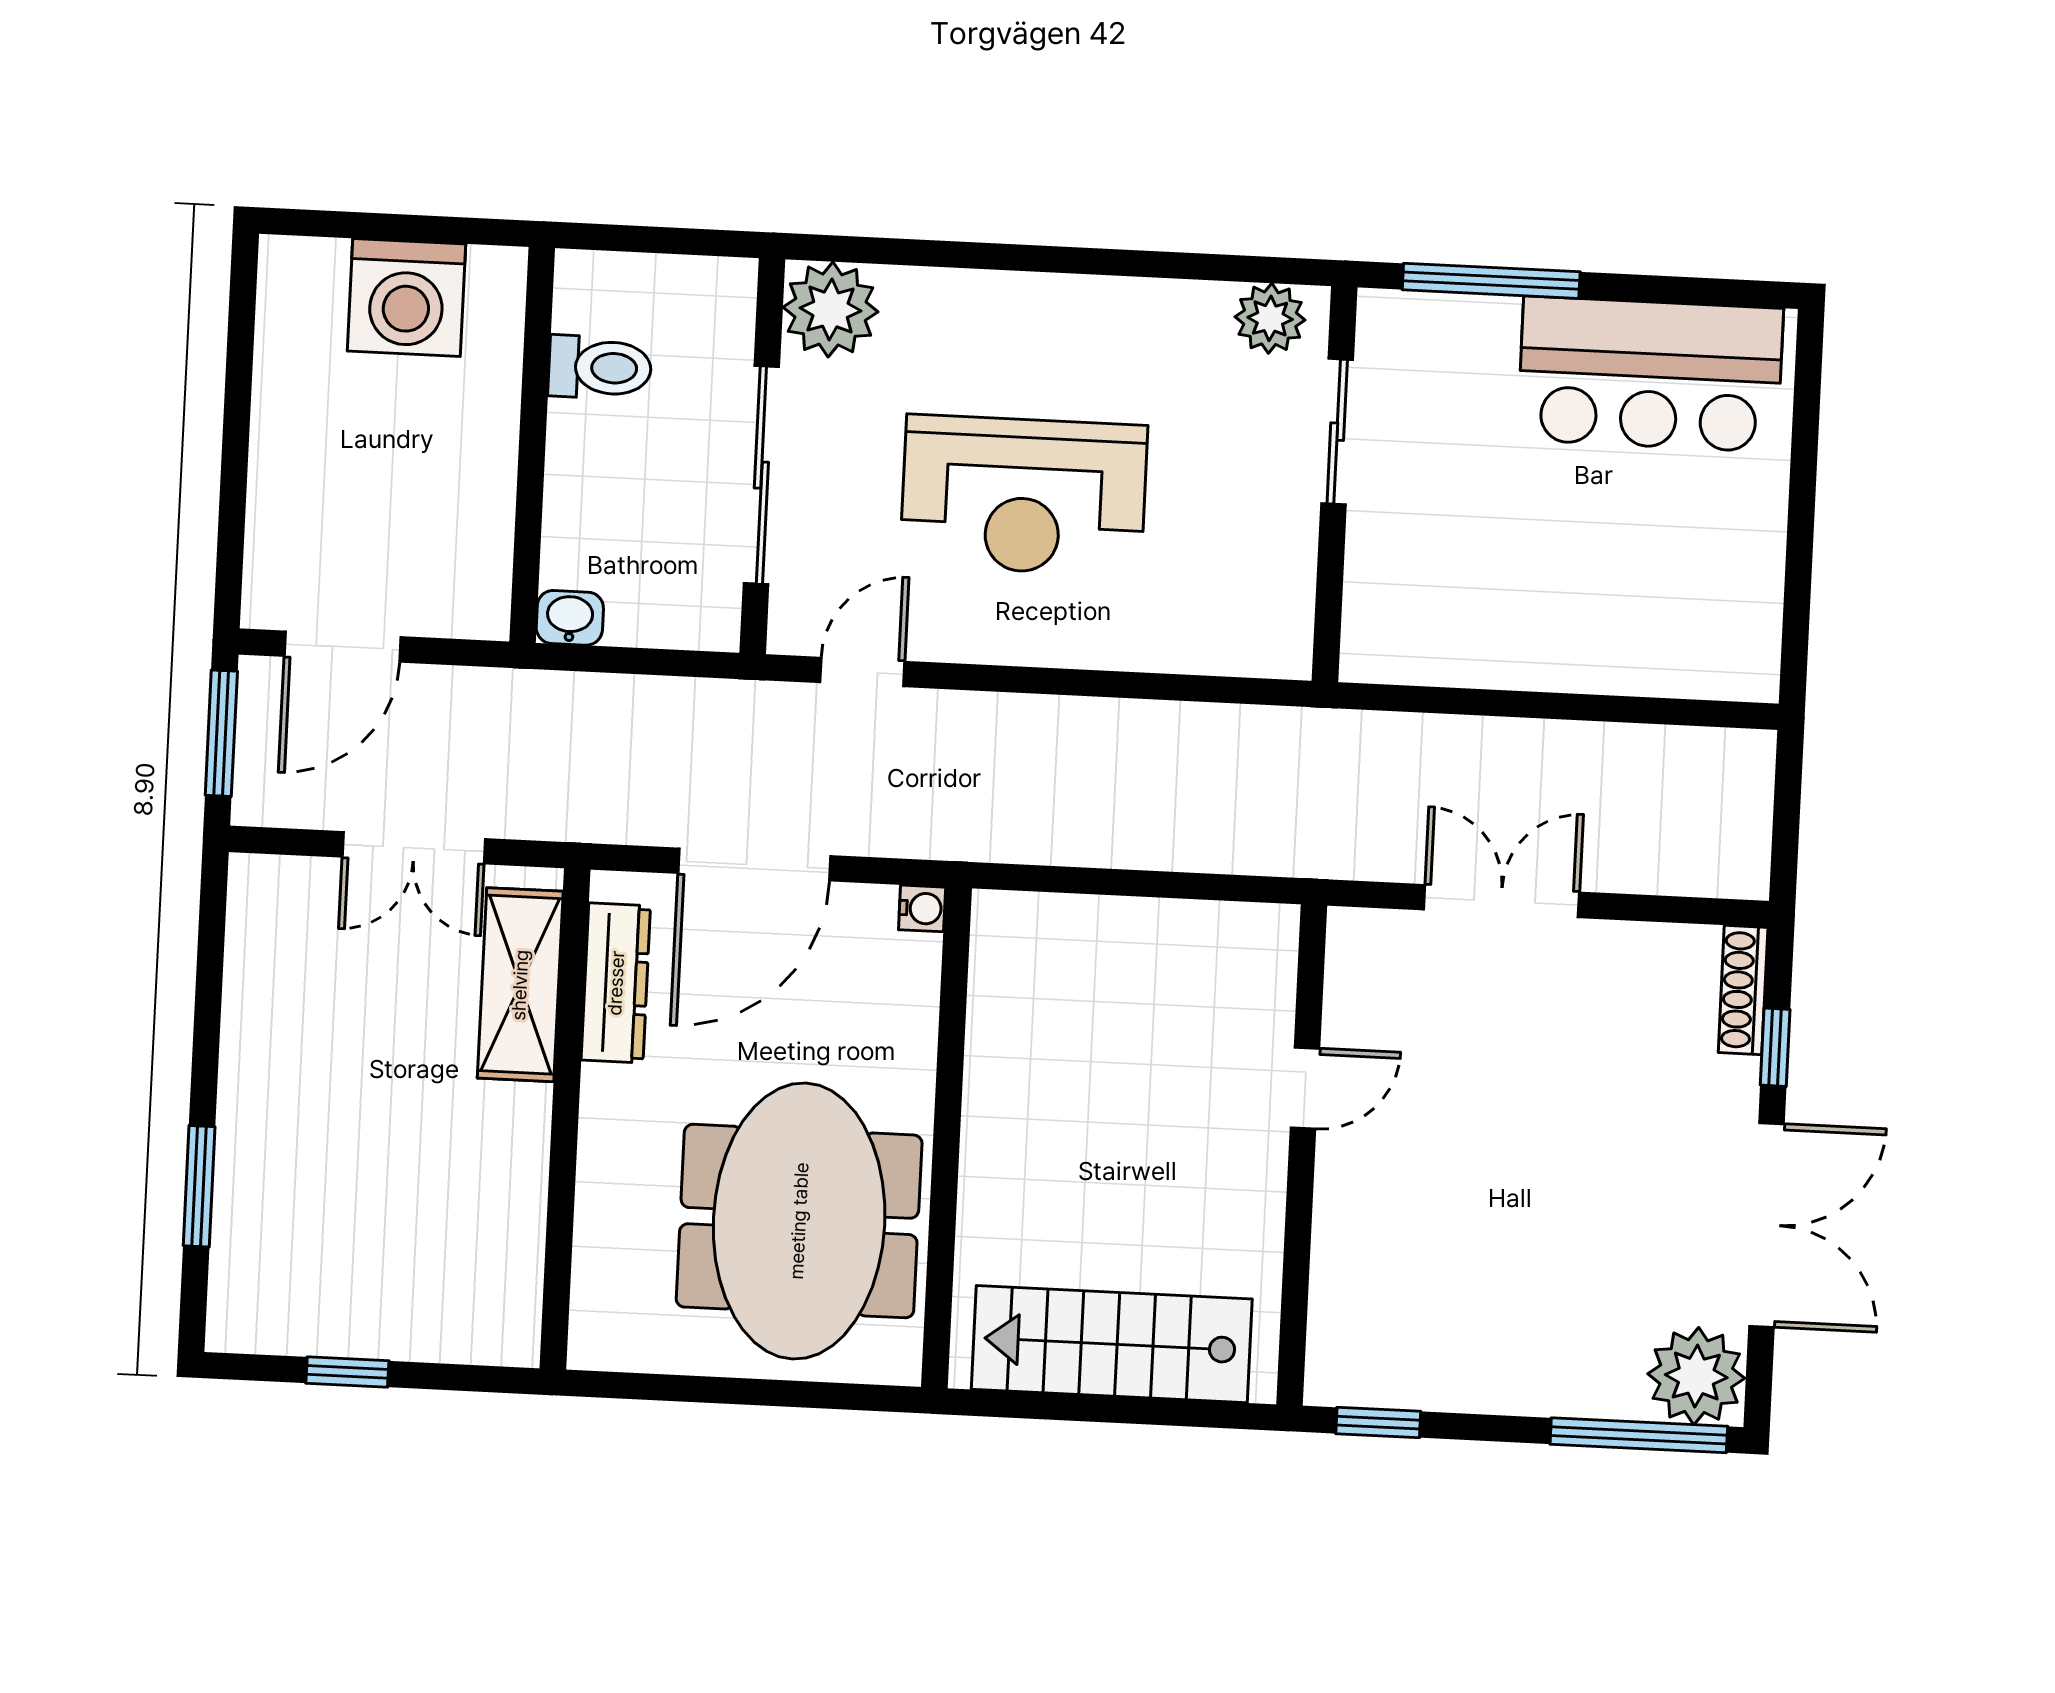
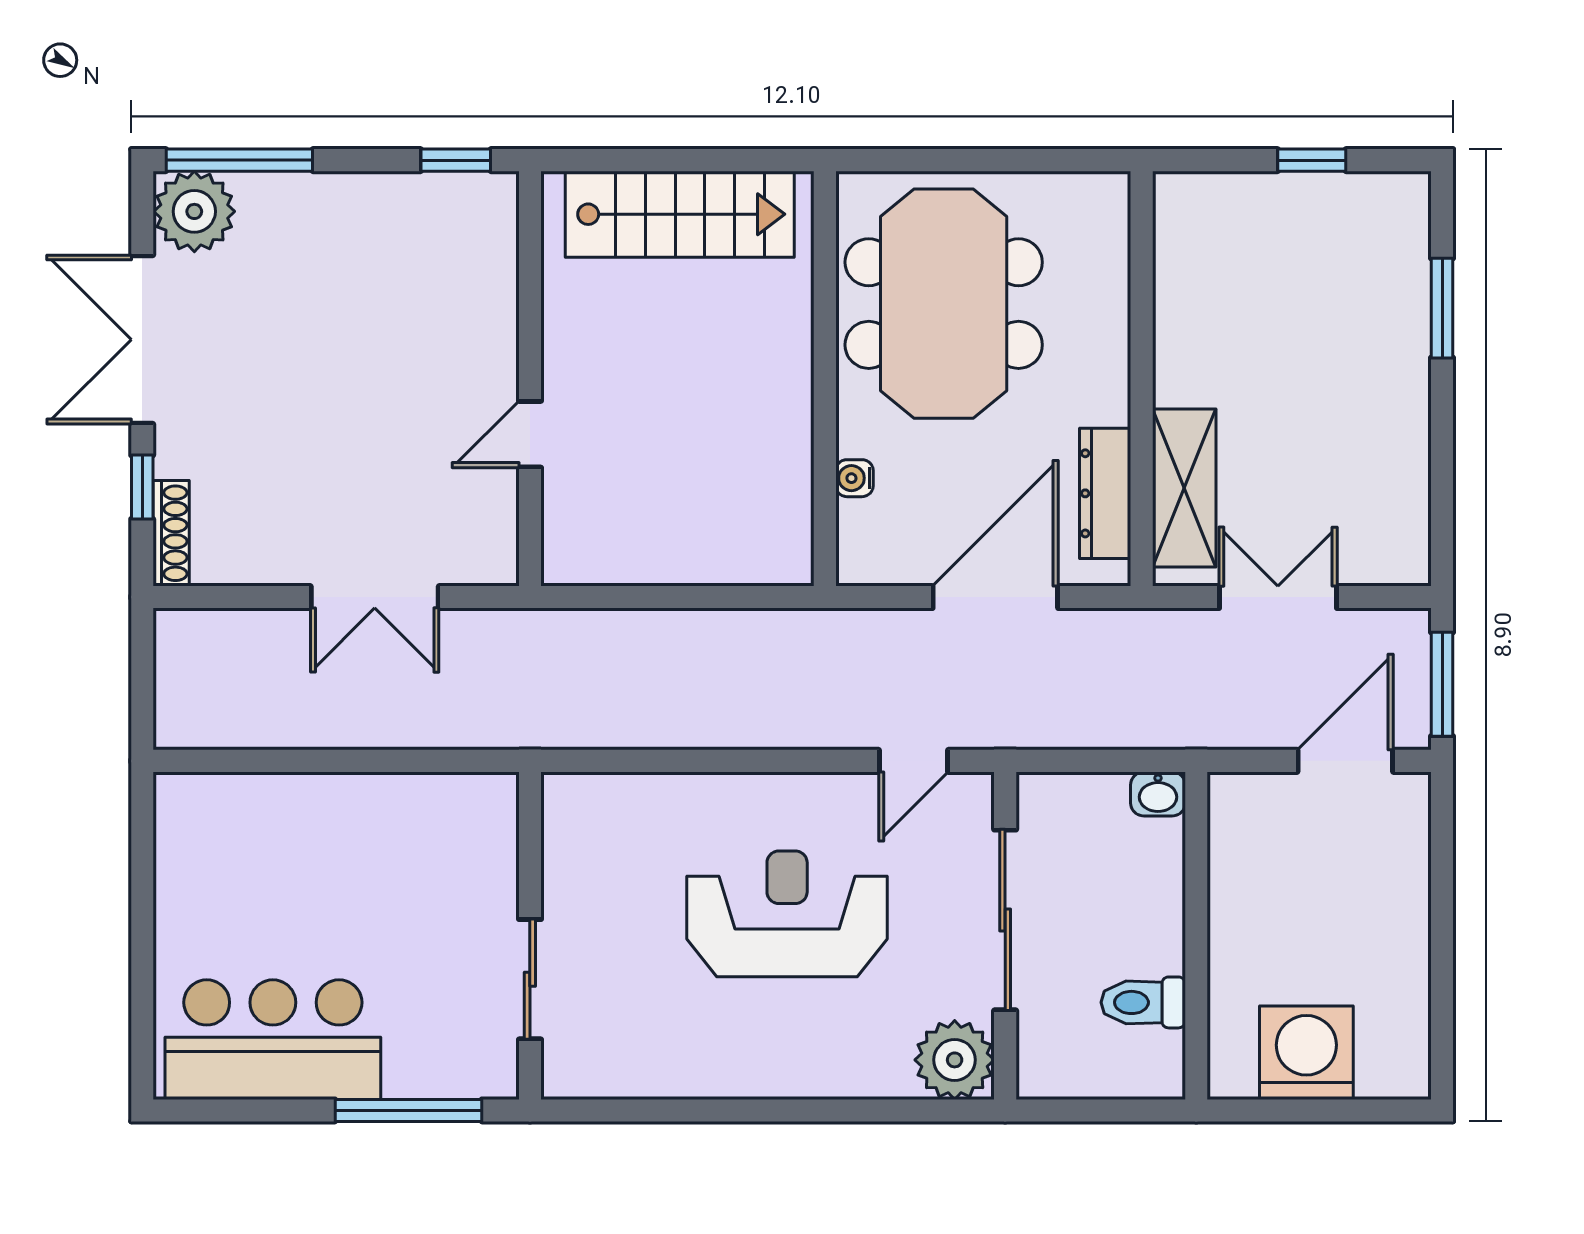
plant: (1270, 318) -> (590, 1070), removed
water cooler: (922, 908) -> (854, 478), moved

